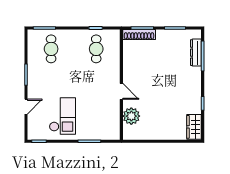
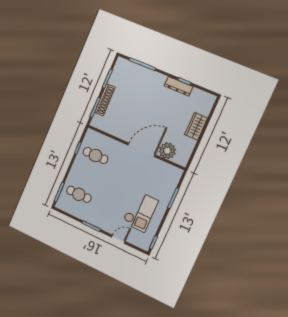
shoe rack: (139, 35) -> (105, 100), moved
dresser: (196, 53) -> (179, 86), moved
door: (121, 91) -> (142, 150), width x1.88
door: (26, 107) -> (118, 239), hinge flipped
checkout: (62, 116) -> (140, 211), turned 90
wardrobe: (194, 127) -> (196, 126), moved, turned 90

